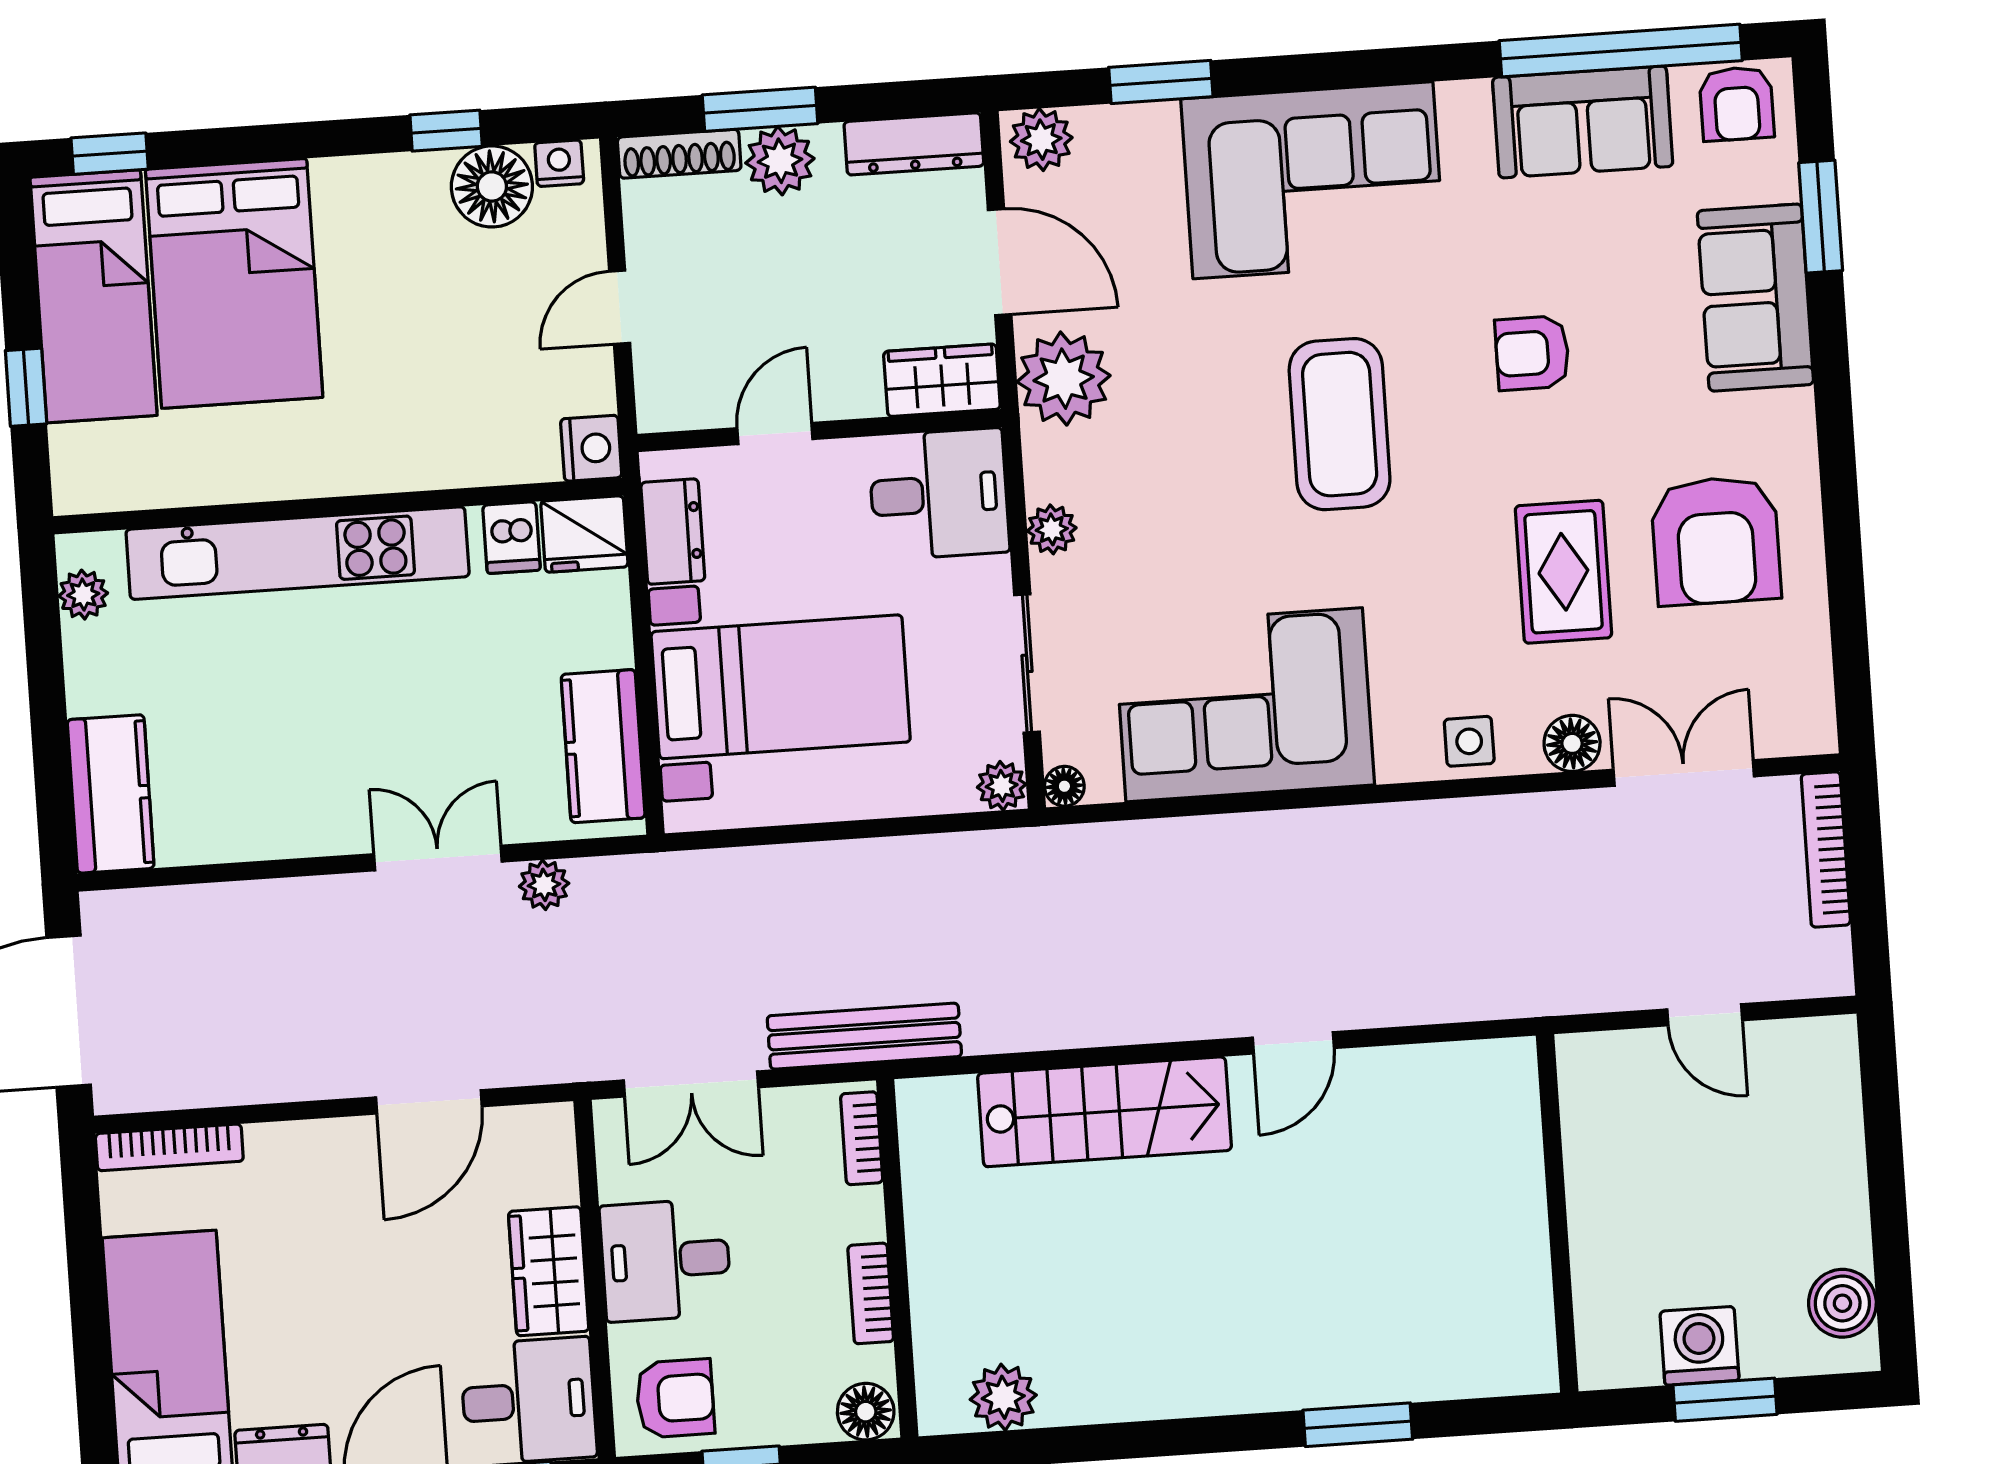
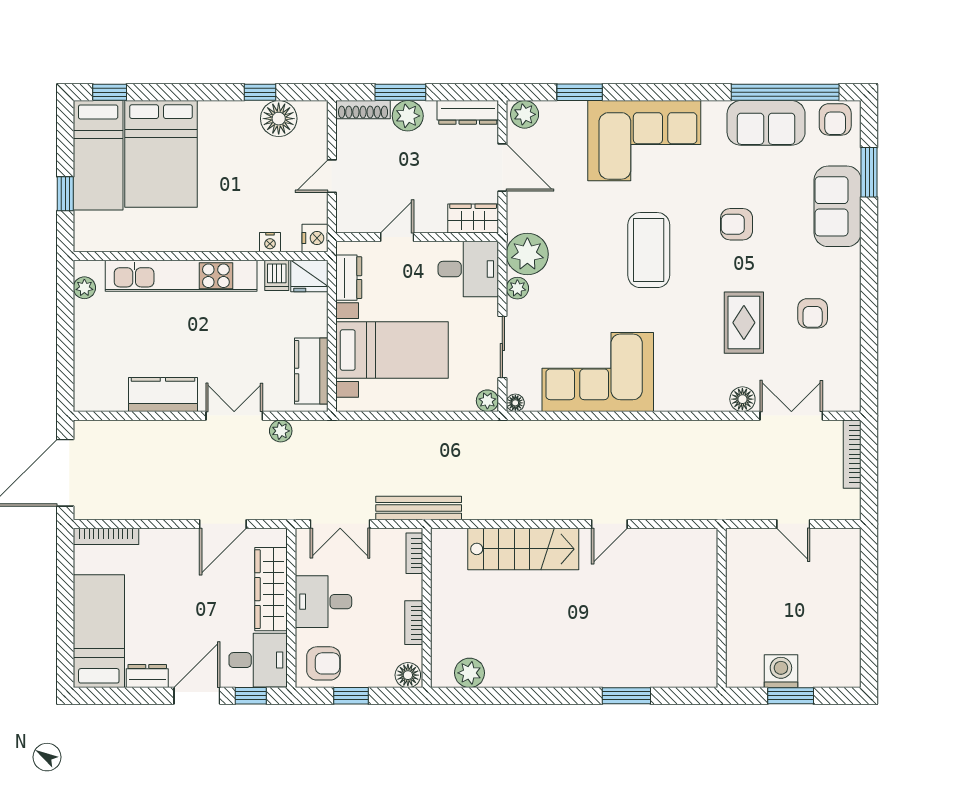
nightstand: (559, 163) -> (270, 242), moved, turned 180
plant: (1064, 379) -> (527, 254), moved
armchair: (1716, 541) -> (813, 313), width x0.53, depth x0.53
side table: (1469, 741) -> (697, 395), removed
kitchen counter: (111, 794) -> (163, 394), moved, turned -90
wardrobe: (549, 1271) -> (271, 589), width x1.50
boiler: (1842, 1303) -> (846, 656), removed

